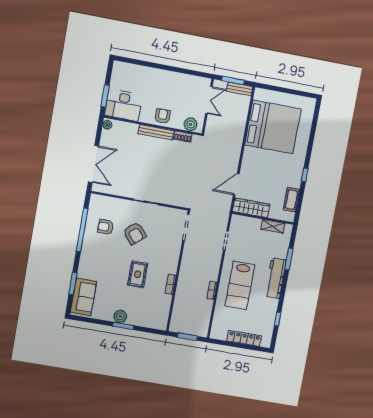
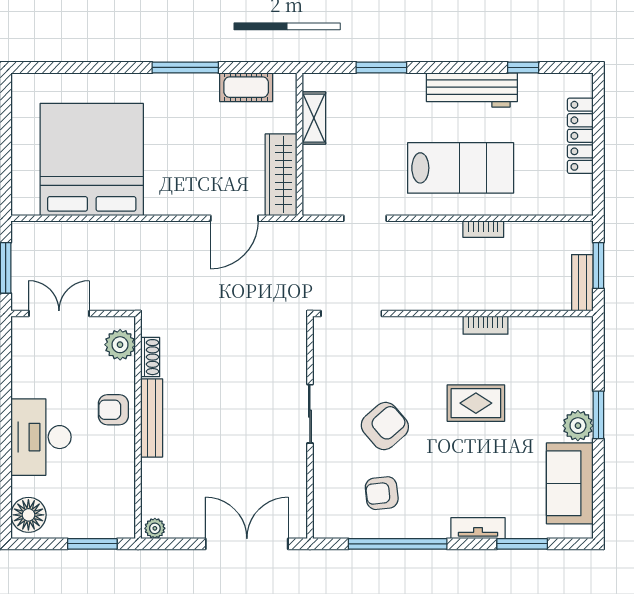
floor lamp: (123, 70) -> (28, 515), added
bench: (240, 89) -> (582, 283), moved
desk: (123, 105) -> (41, 437), moved, turned 180
window: (305, 175) -> (185, 67), width x2.17
door: (236, 184) -> (234, 218), hinge flipped
armchair: (106, 227) -> (382, 493), turned 84
tv unit: (83, 266) -> (478, 528), added
workbench: (275, 278) -> (472, 90), moved
sofa: (83, 297) -> (570, 483), moved, turned -90

